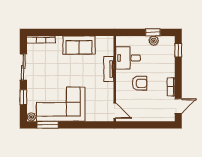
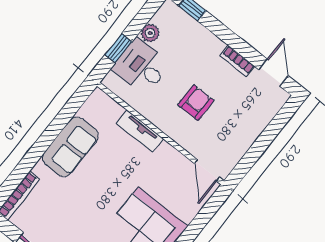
window: (153, 32) -> (118, 48), moved
desk: (128, 58) -> (141, 67), moved, turned 90
door: (115, 111) -> (207, 170), swing flipped

